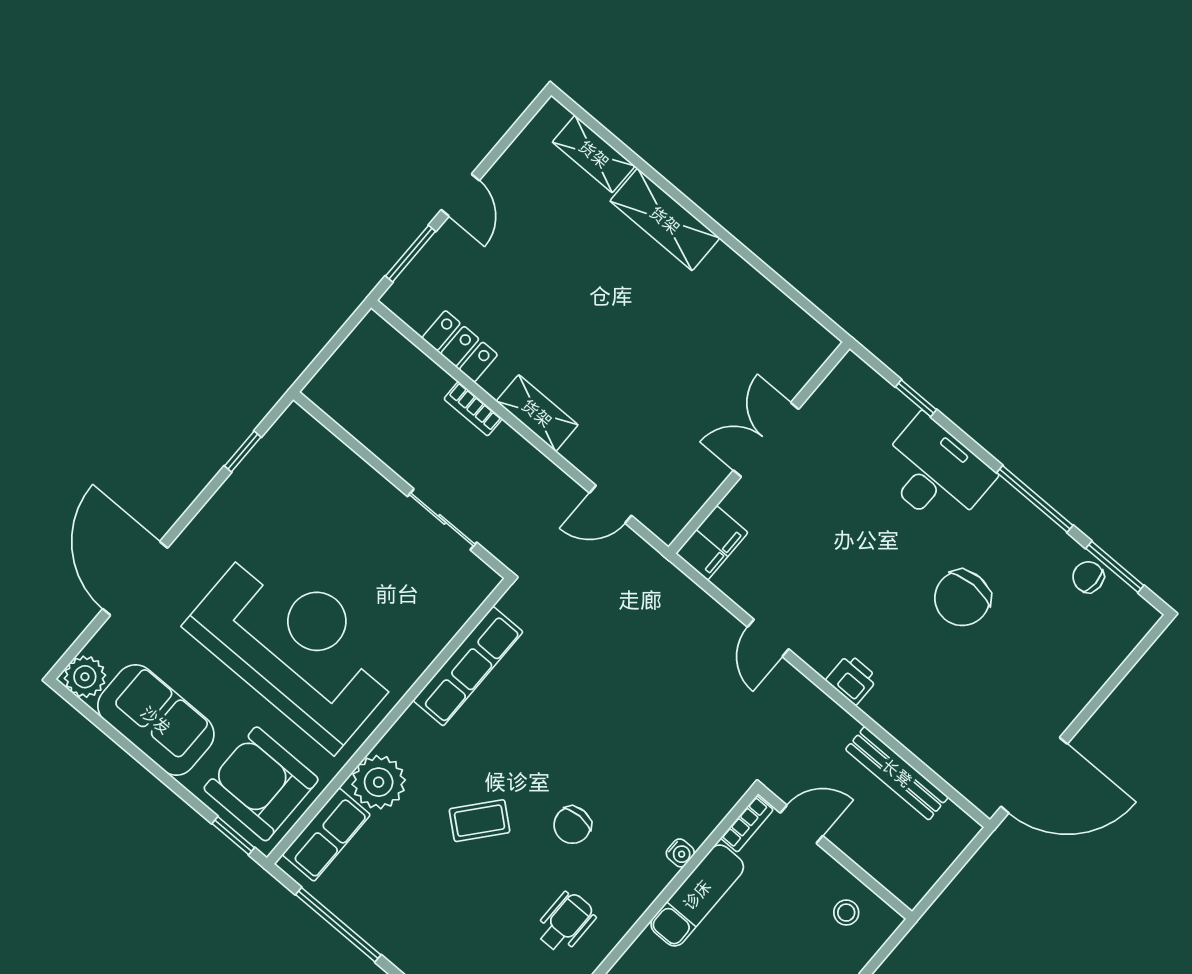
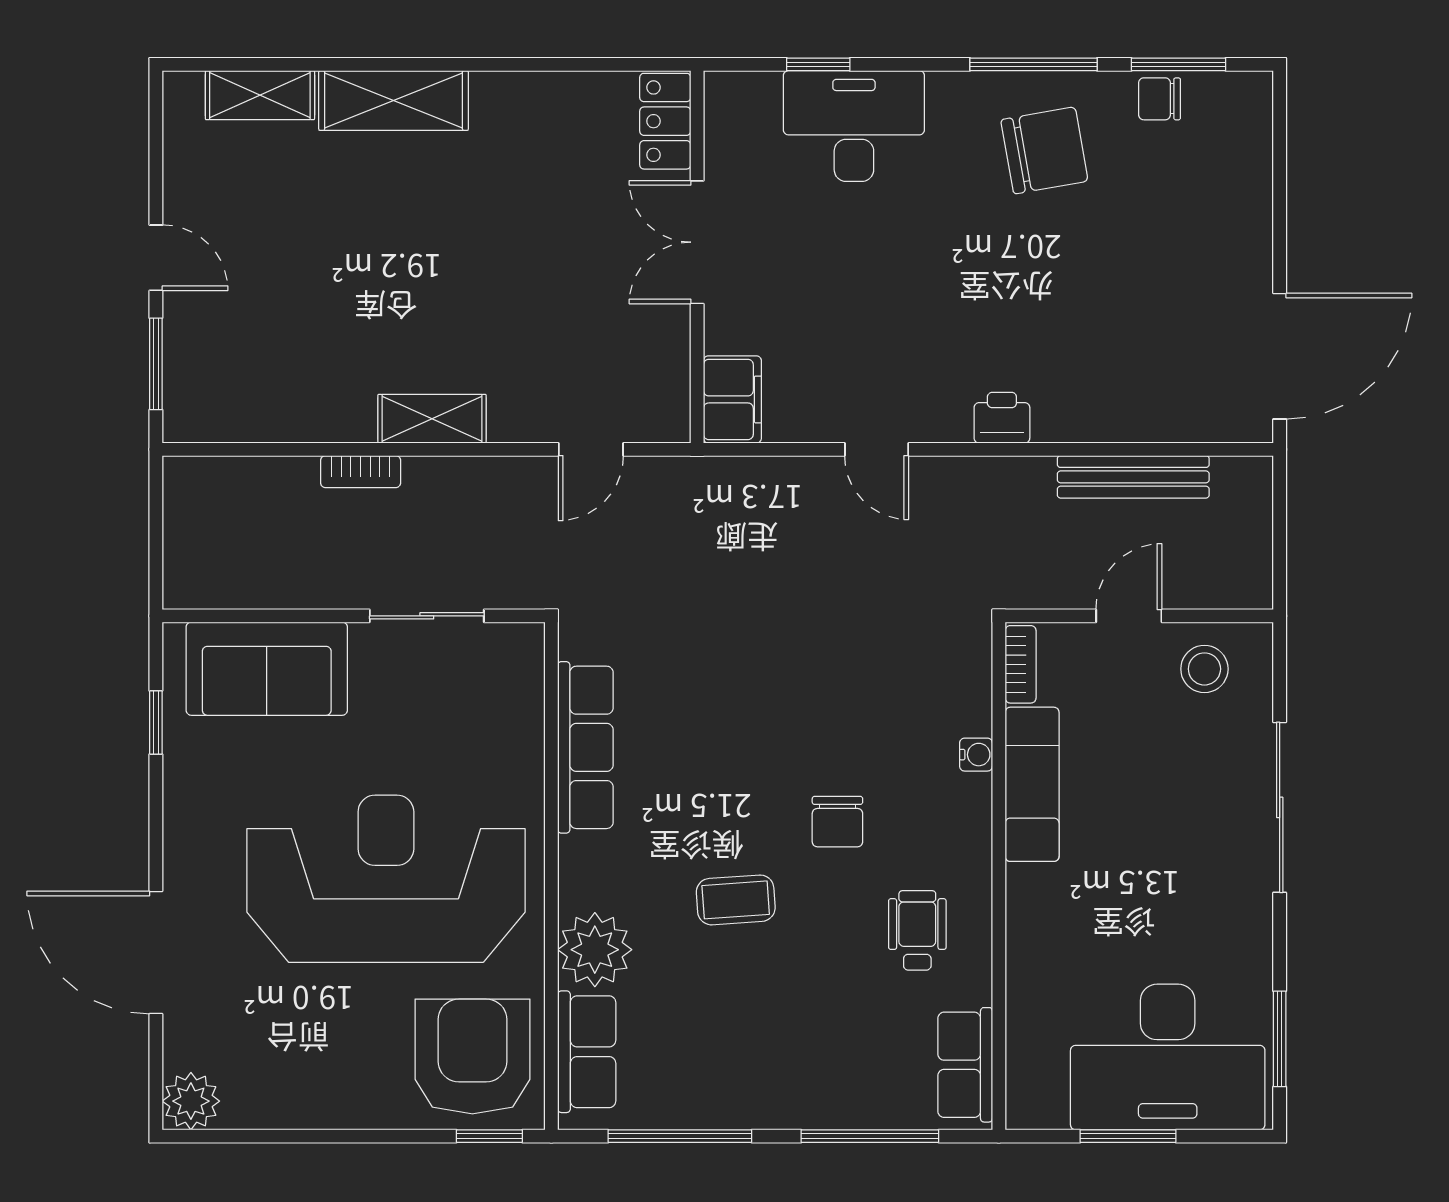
locker: (460, 346) -> (665, 121), moved, turned -90
desk: (935, 473) -> (854, 126), moved
chair: (962, 598) -> (1044, 150), moved, turned -100
sofa: (156, 720) -> (267, 669), moved, turned 180
armchair: (261, 784) -> (472, 1056), turned 90
coffee table: (480, 821) -> (736, 900), turned 46
door: (802, 824) -> (1129, 616), moved
stool: (846, 913) -> (1204, 669), width x1.37, depth x1.37

